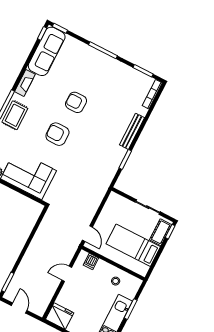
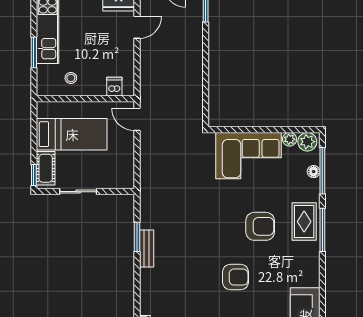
fireplace: (25, 83) -> (312, 269), removed
bench: (132, 131) -> (147, 249), moved, width x0.73
armchair: (57, 134) -> (260, 226), moved
door: (67, 274) -> (137, 27), moved

